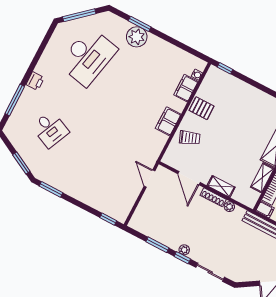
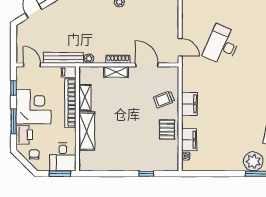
window: (225, 68) -> (146, 174), moved
pallet: (202, 108) -> (167, 130), turned 90
desk: (110, 160) -> (222, 45), added
plant: (229, 207) -> (89, 59), moved

